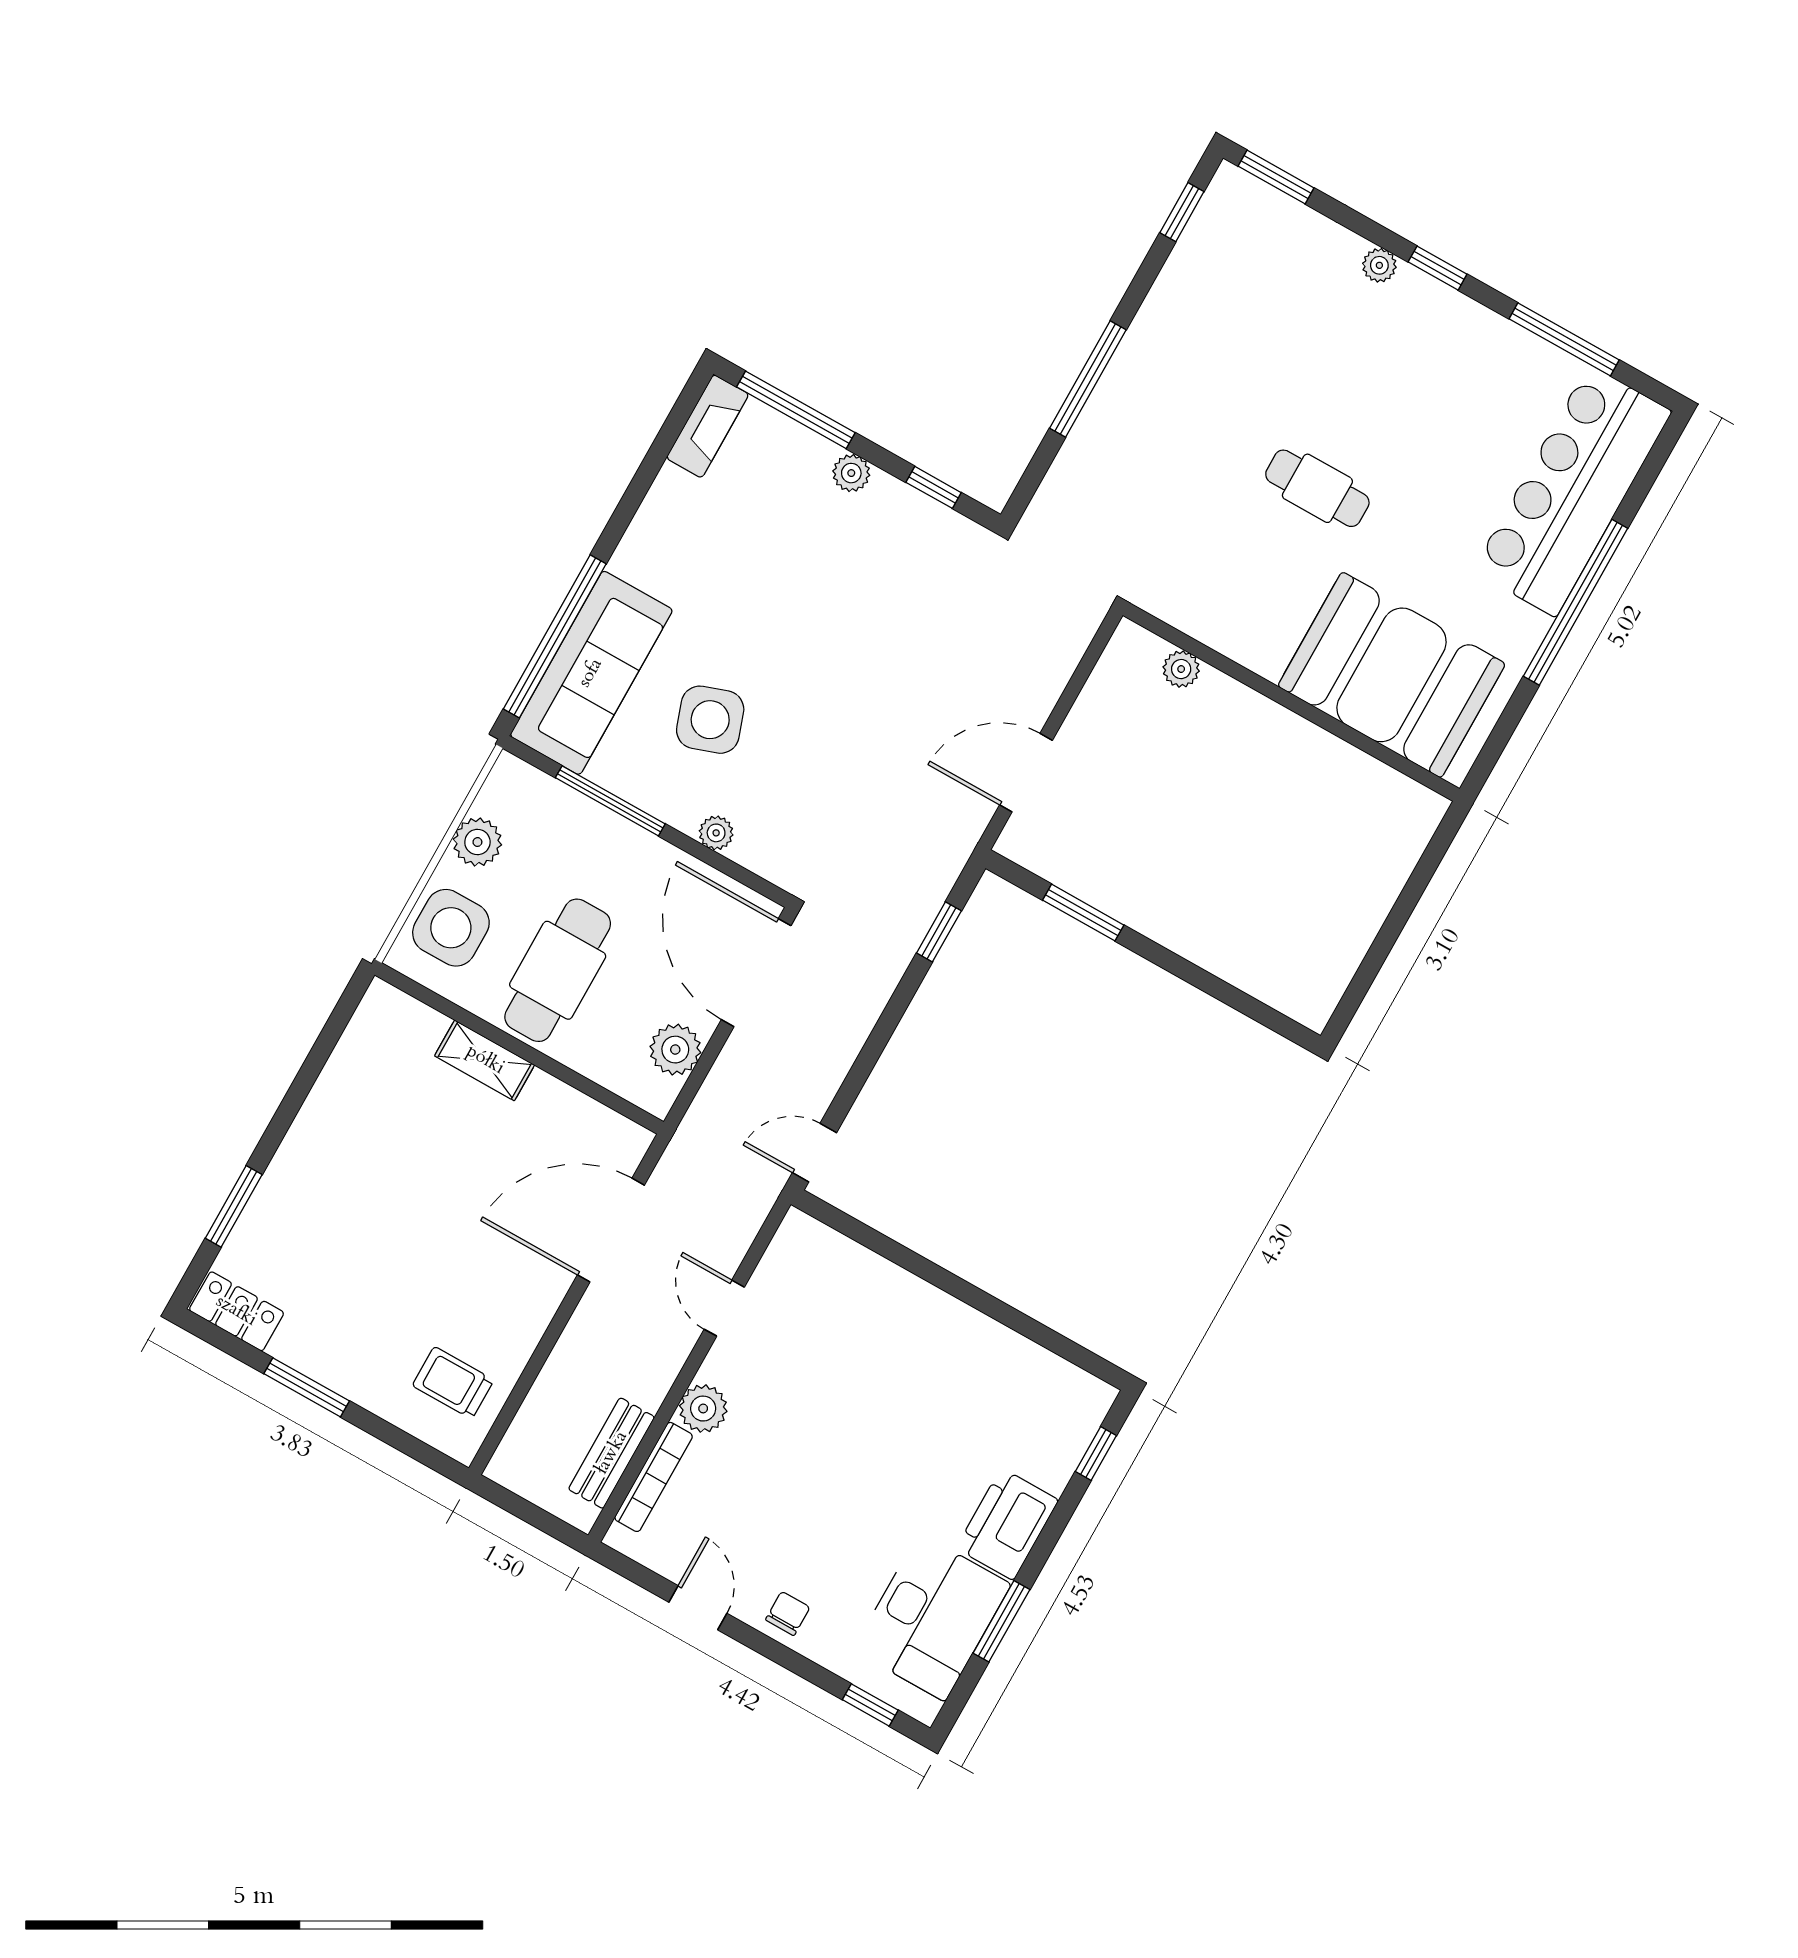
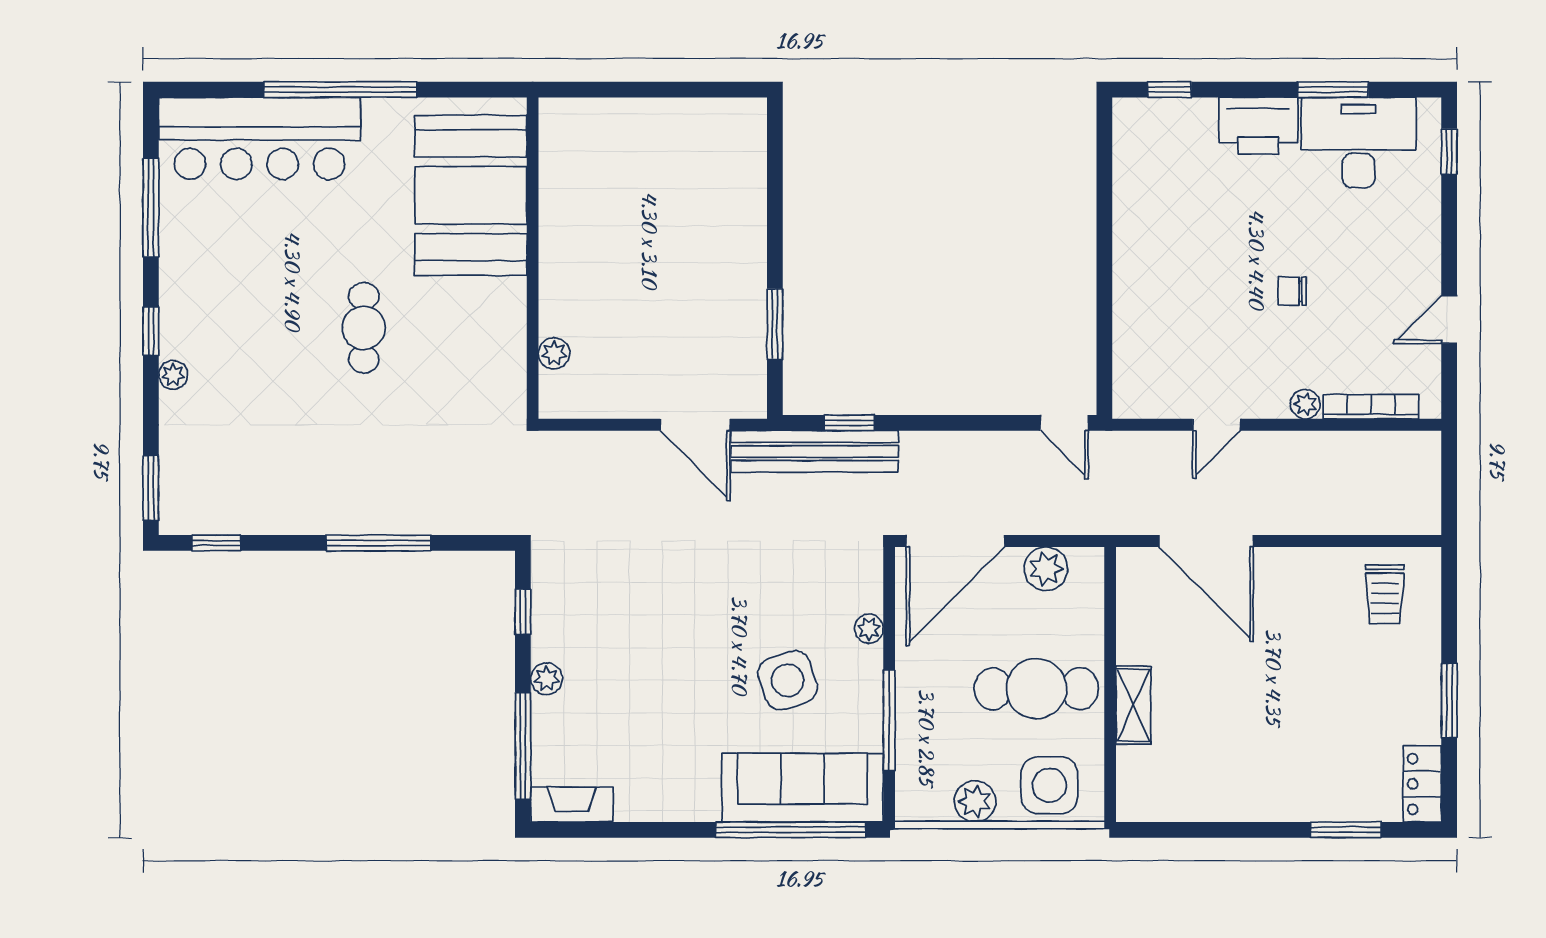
plant: (703, 1409) -> (1305, 404), width x0.73, depth x0.73
bench: (612, 1453) -> (815, 451), moved, width x1.86, depth x1.21
chair: (788, 1614) -> (1292, 291), moved

